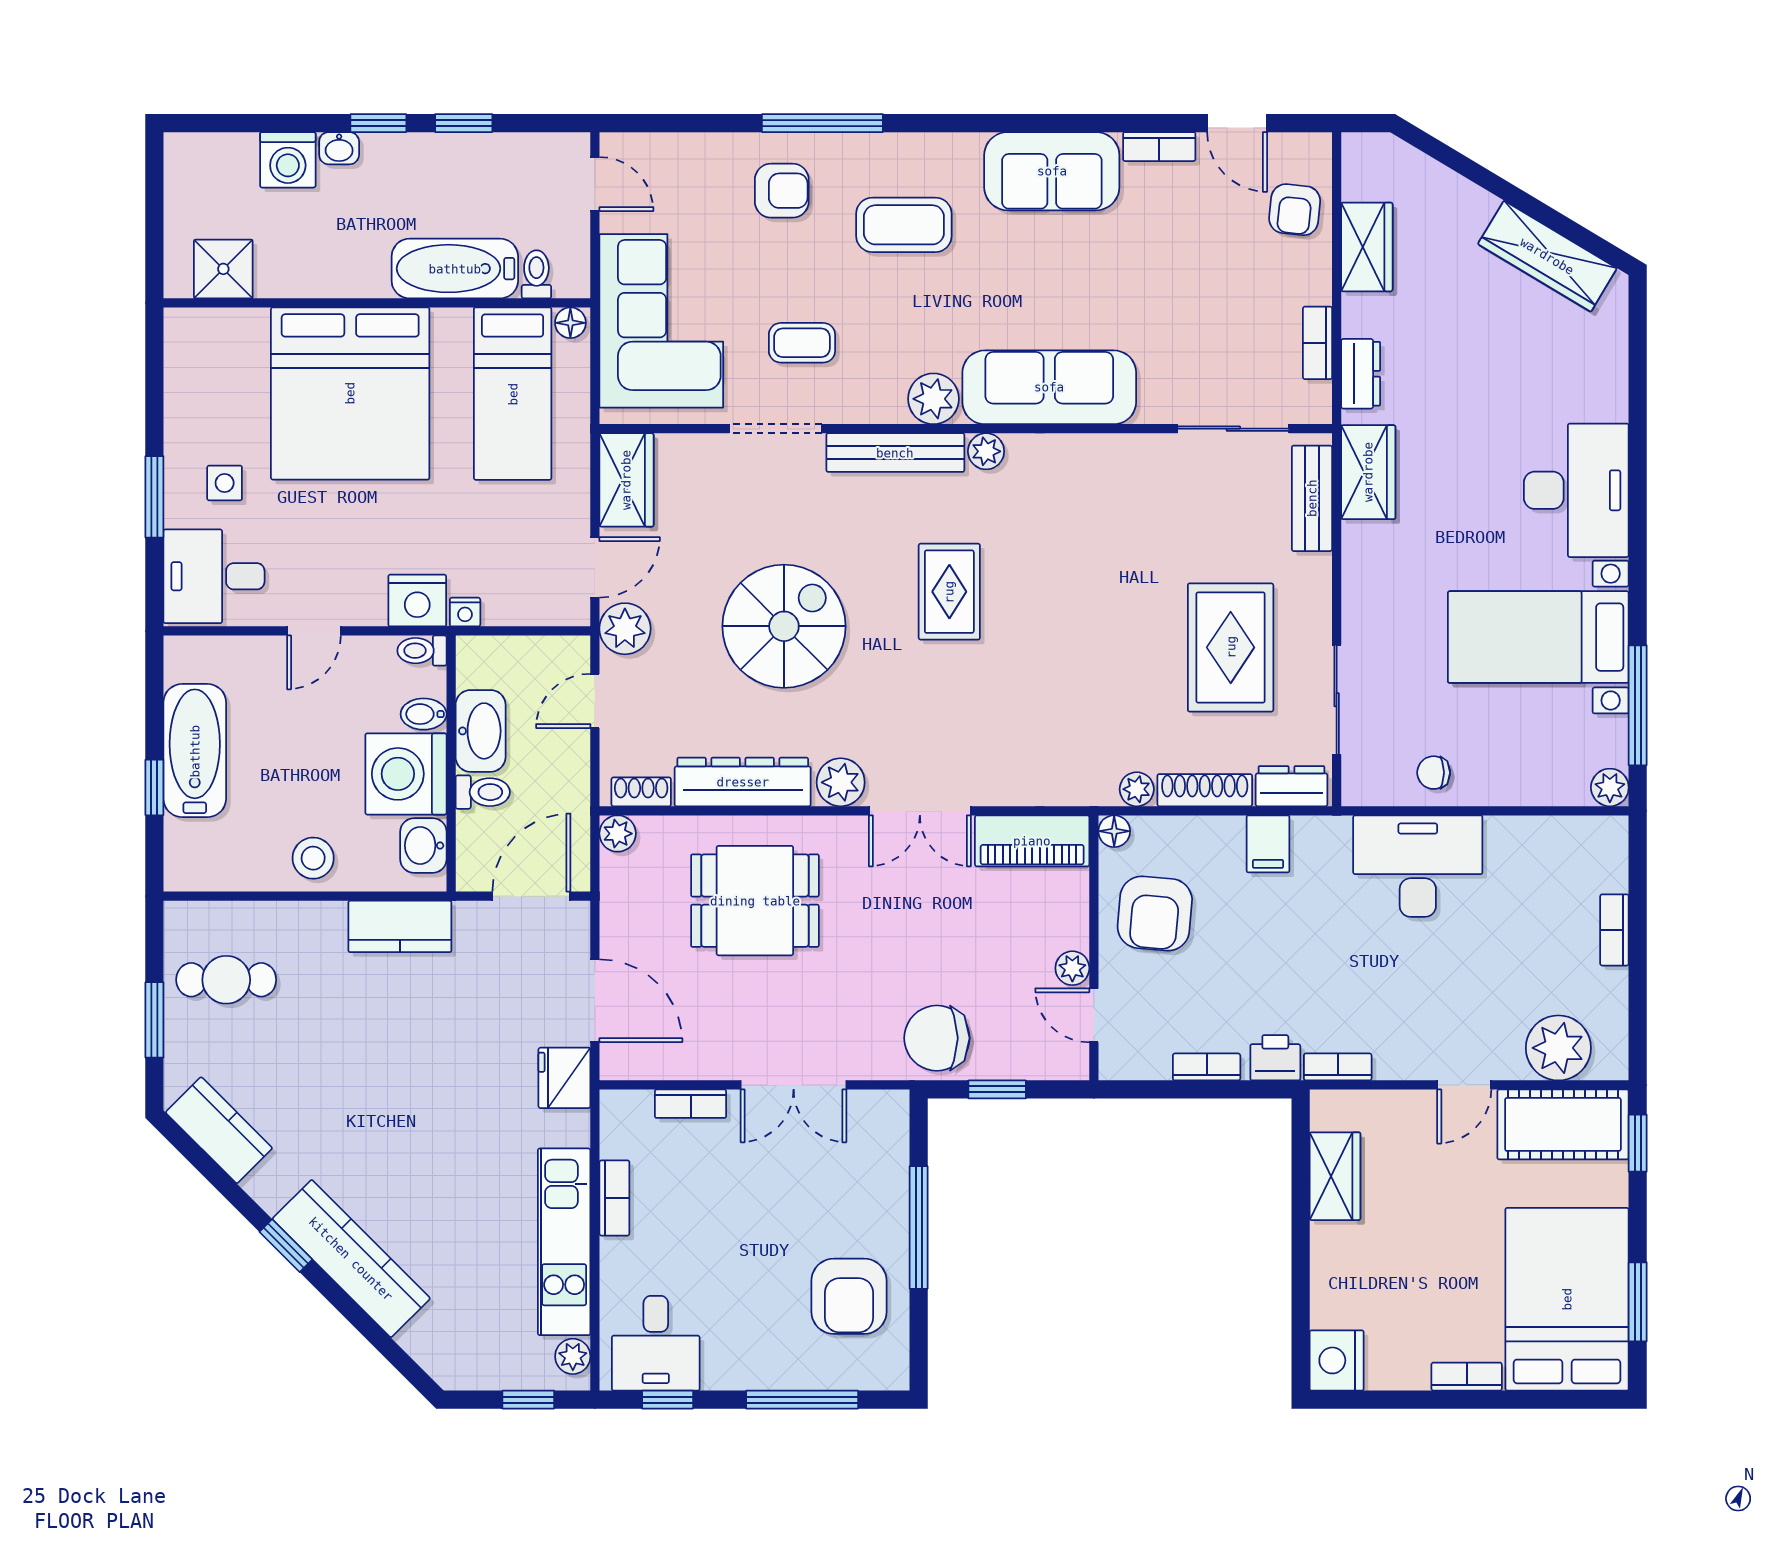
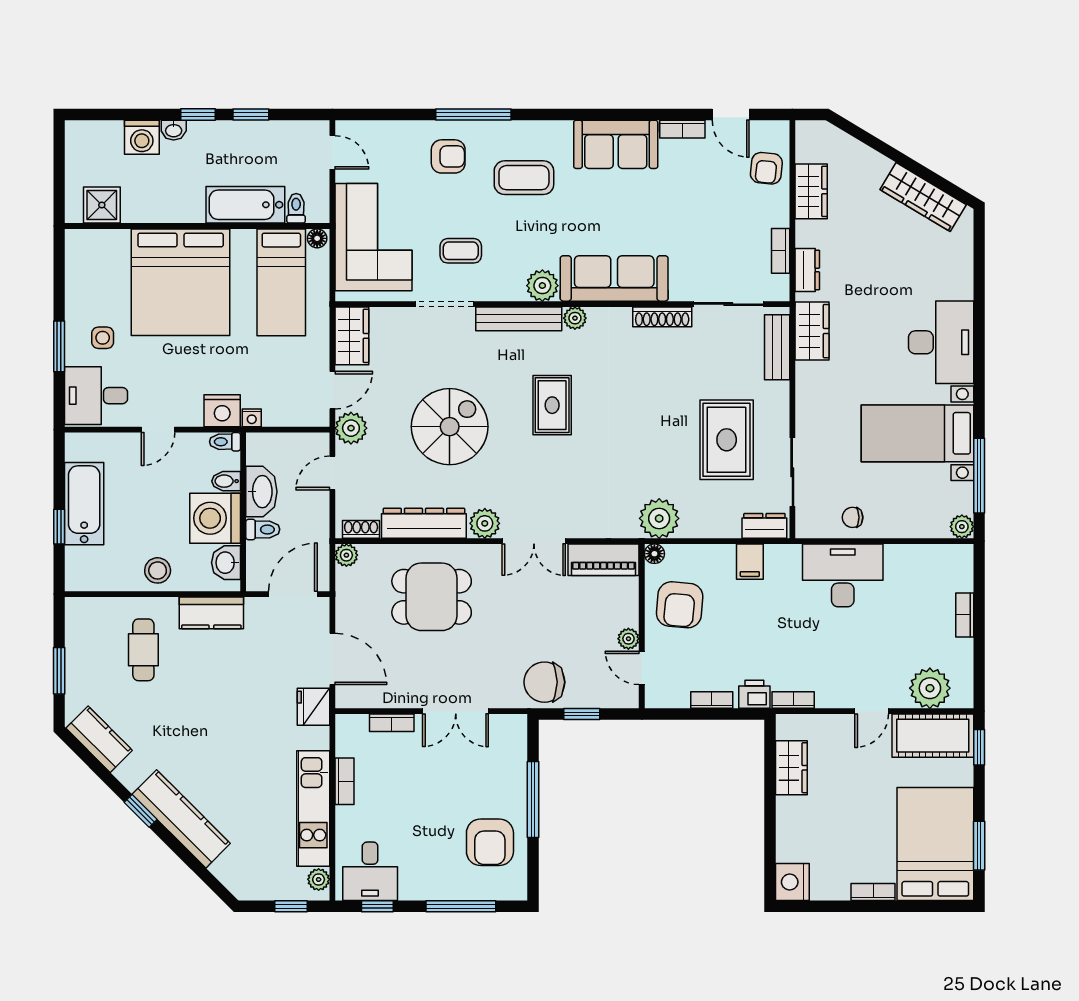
plant: (1137, 789) -> (659, 518), width x1.88, depth x1.88
shoe rack: (1205, 790) -> (662, 317), moved, turned 180
cafe table: (226, 980) -> (143, 650), moved, turned 90

